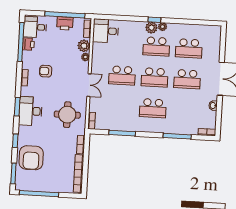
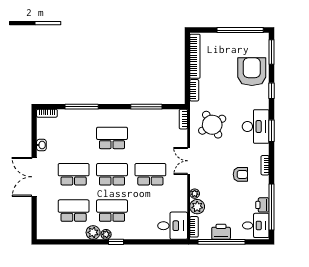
plant: (151, 28) -> (93, 232), moved
round table: (67, 115) -> (212, 125), turned -31

